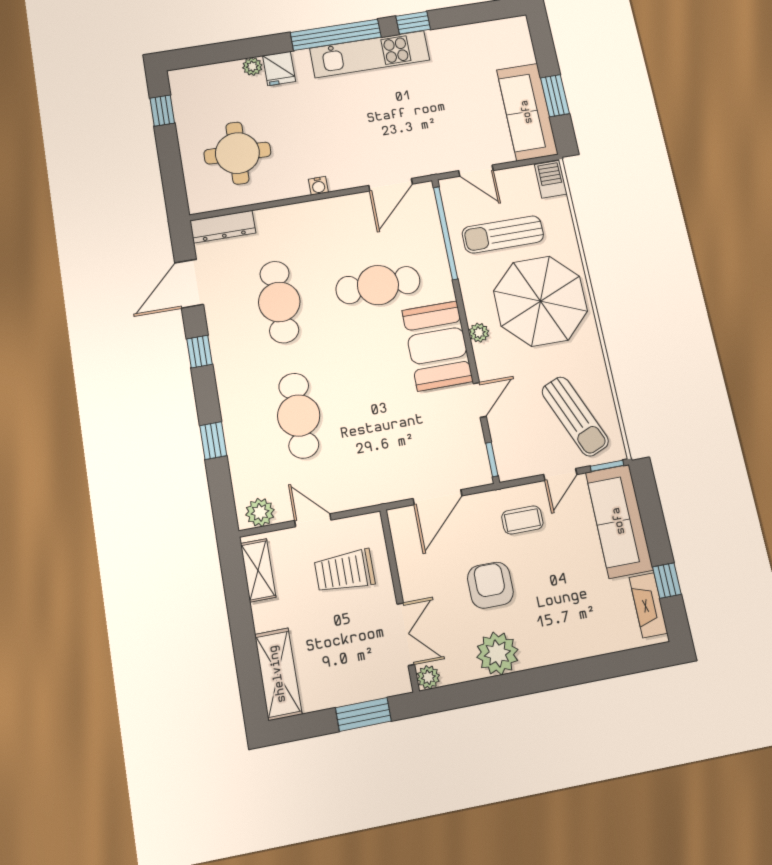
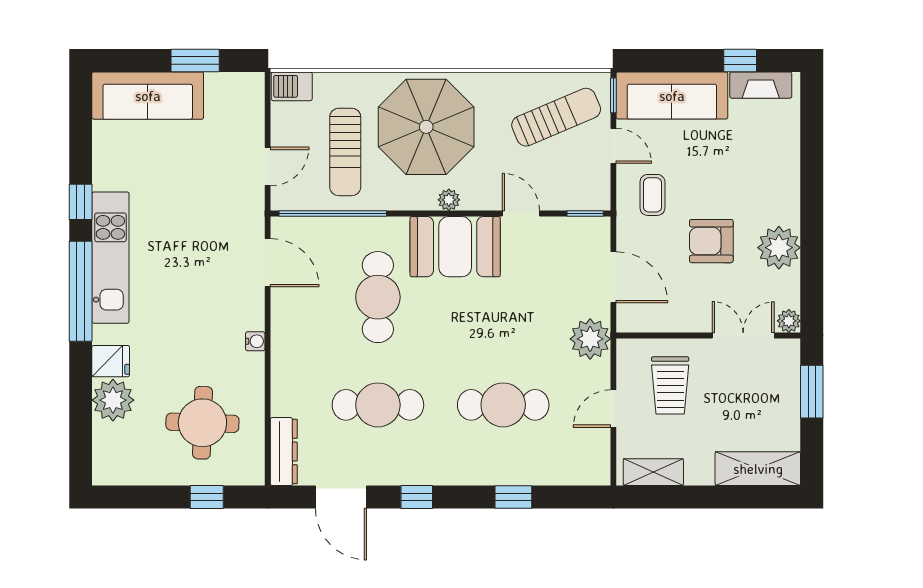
plant: (252, 66) -> (113, 400), width x1.88, depth x1.88
window: (162, 111) -> (207, 497), moved
sofa: (527, 112) -> (148, 96), moved
plant: (260, 512) -> (590, 339), moved, width x1.36, depth x1.36

